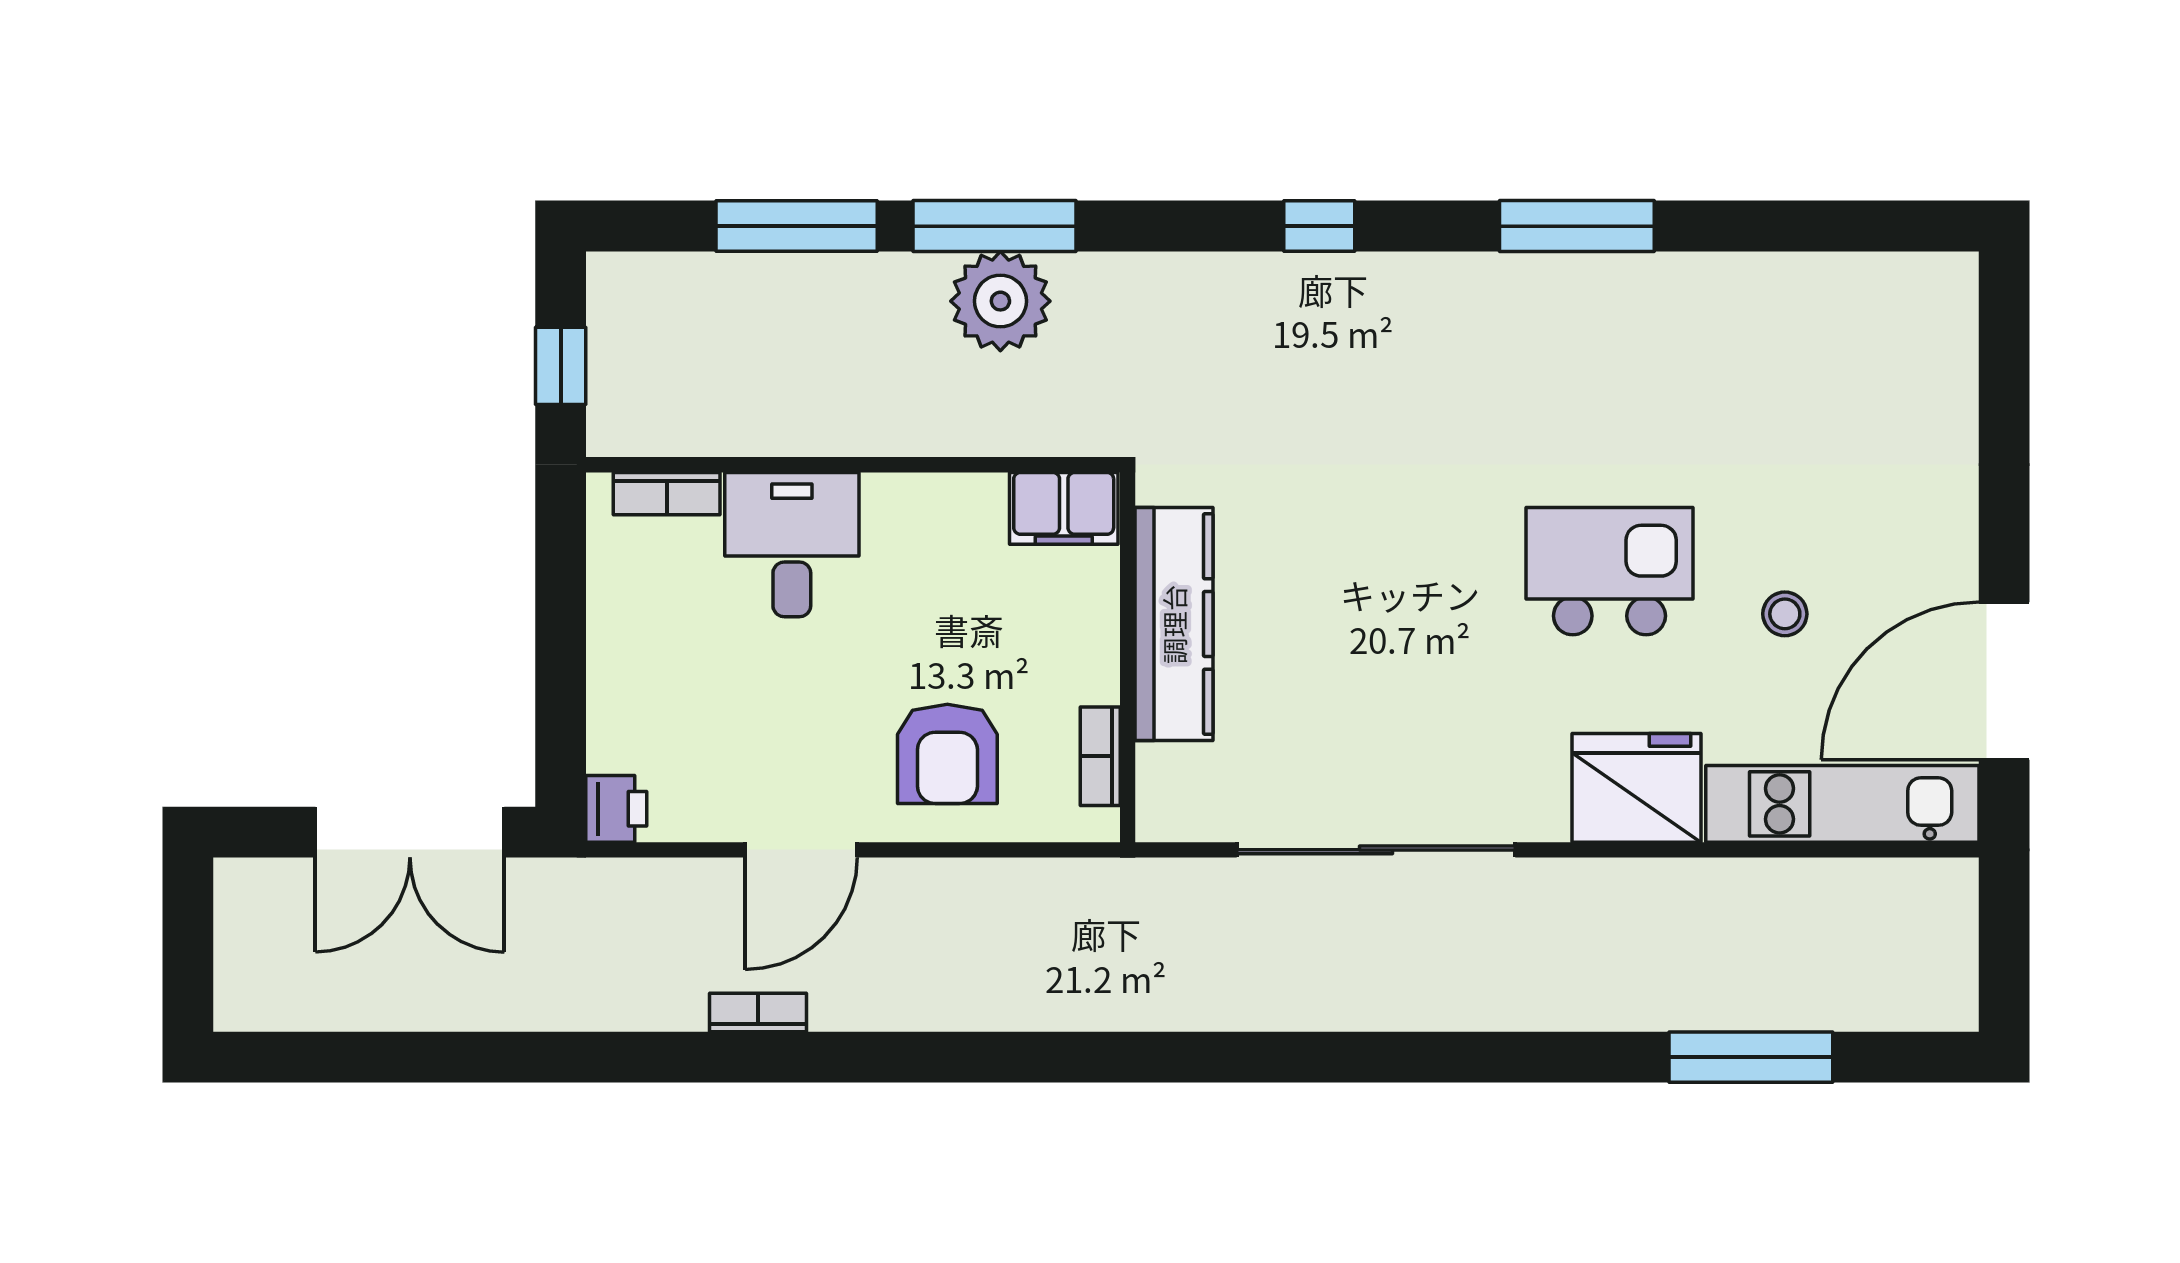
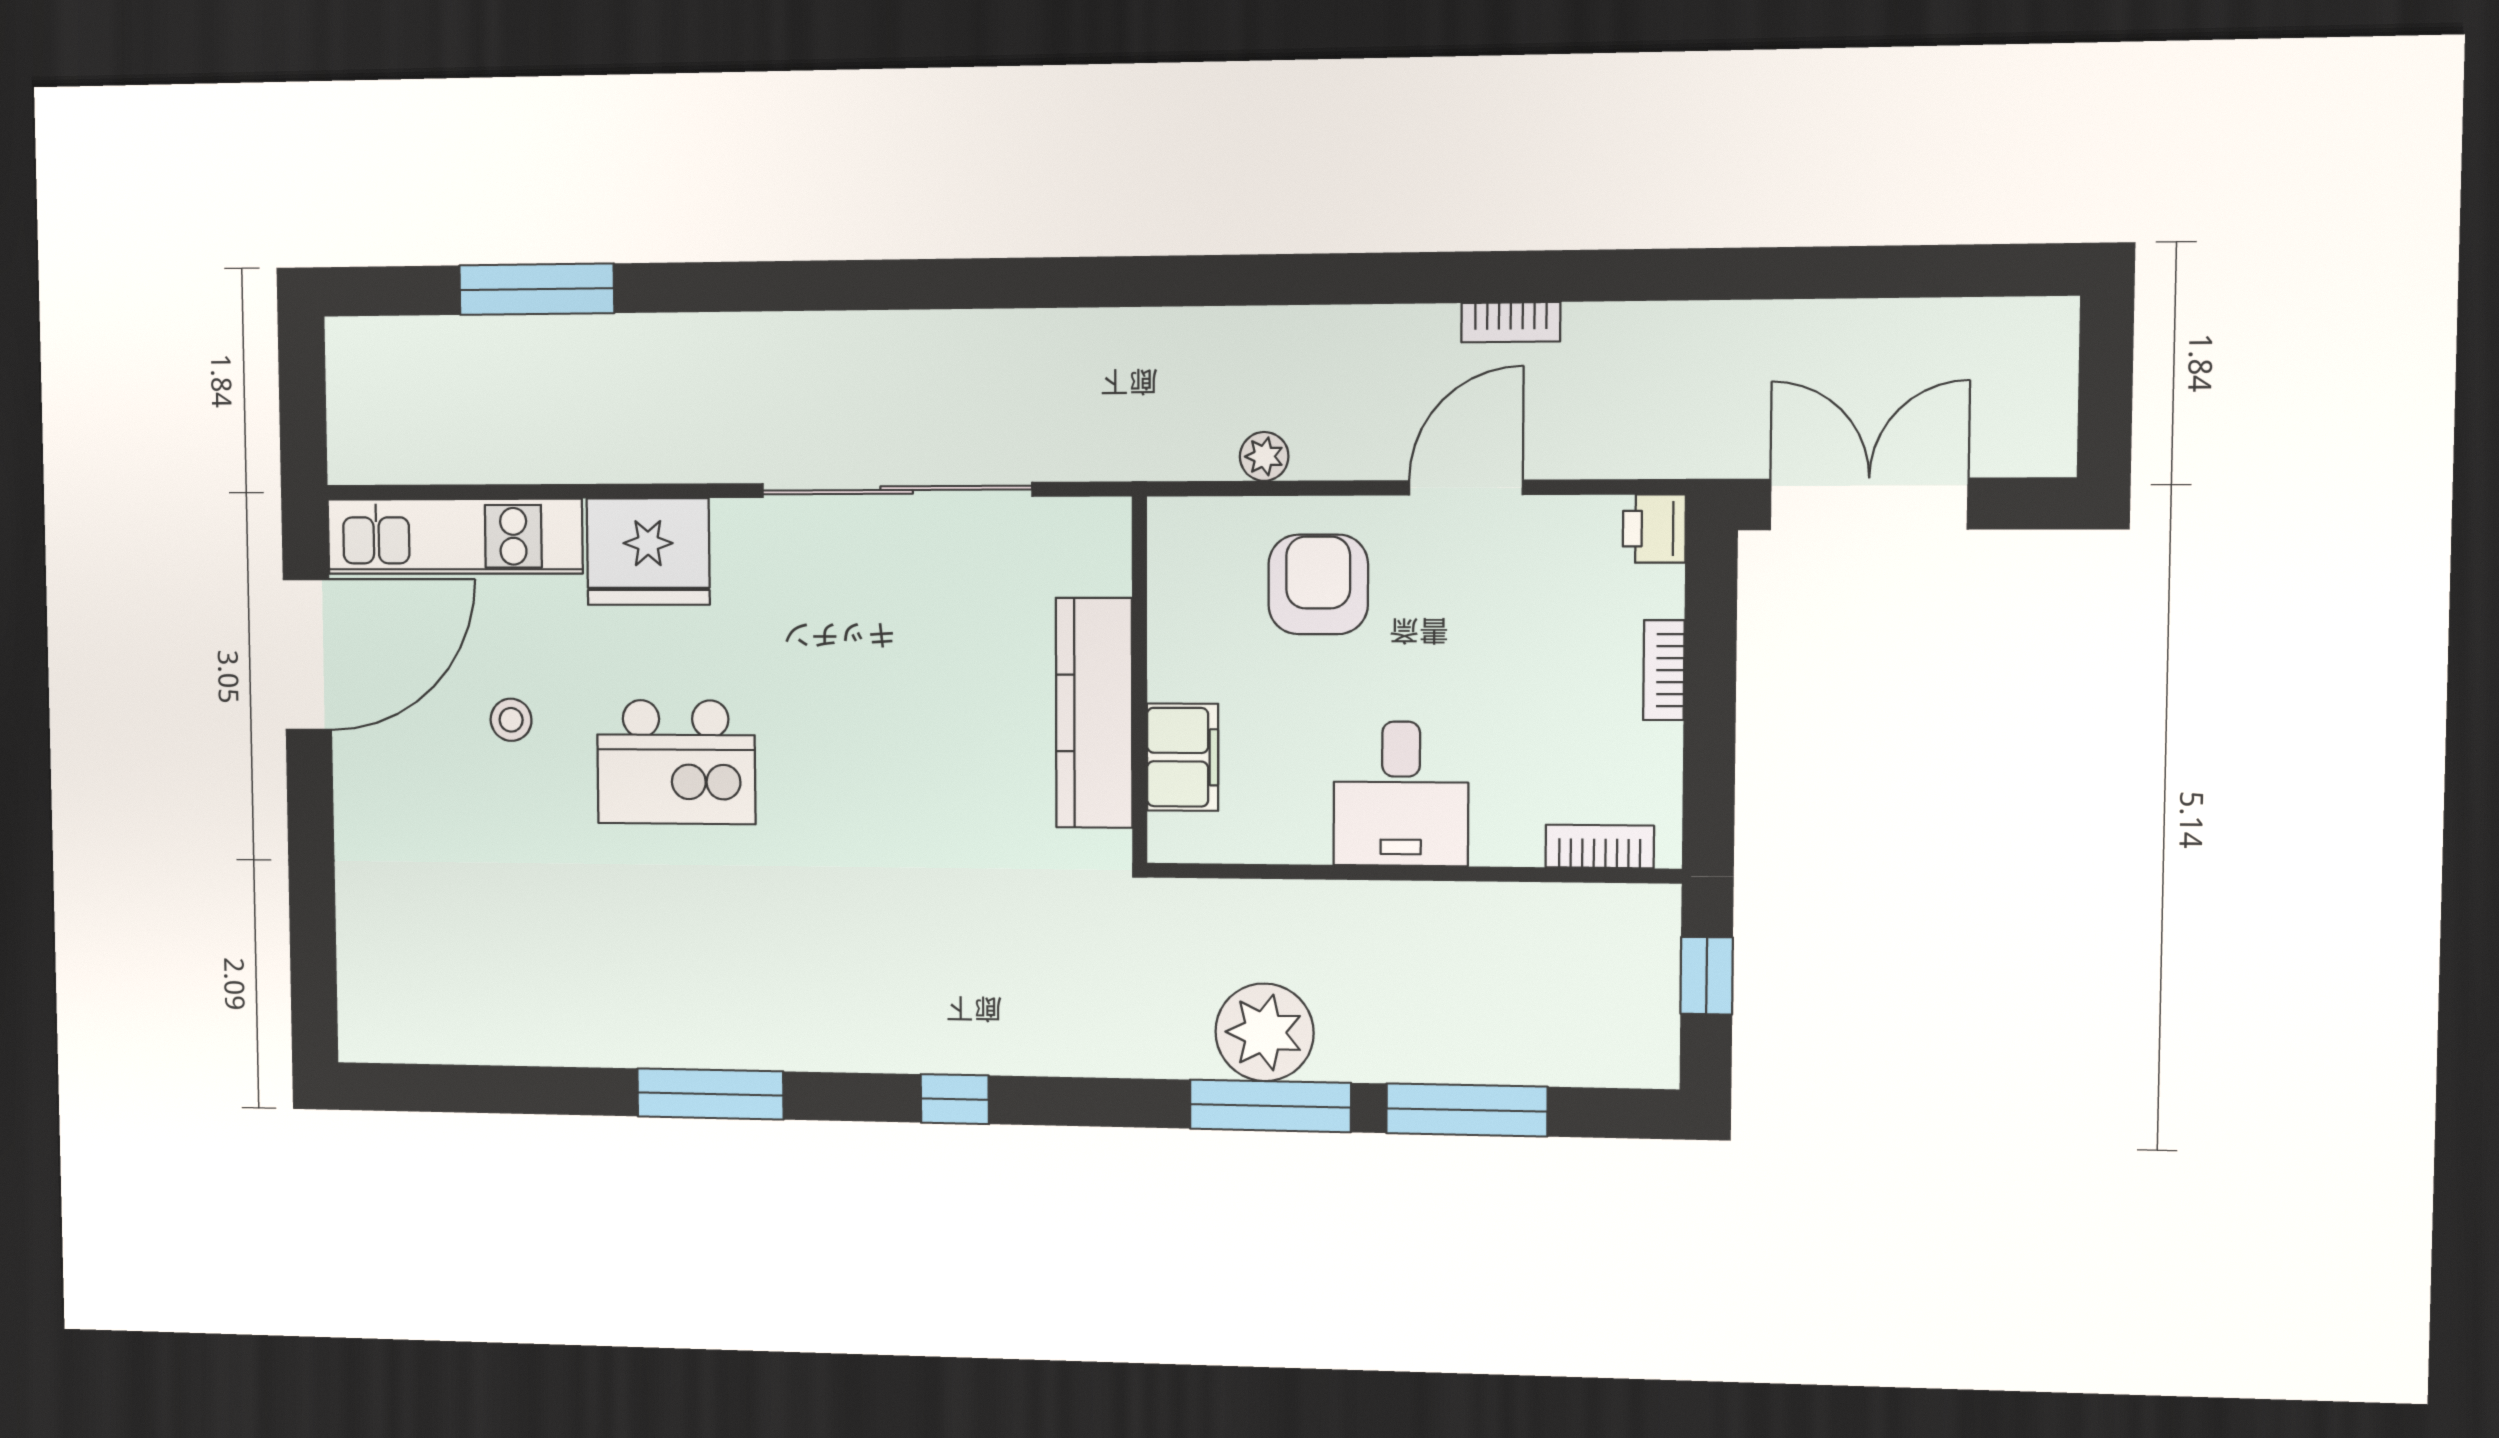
filing cabinet: (1064, 508) -> (1183, 757), moved, turned 90
desk: (792, 545) -> (1401, 794), moved
bookcase: (1100, 756) -> (1664, 670), moved, turned 180
plant: (1002, 882) -> (1264, 456), added

